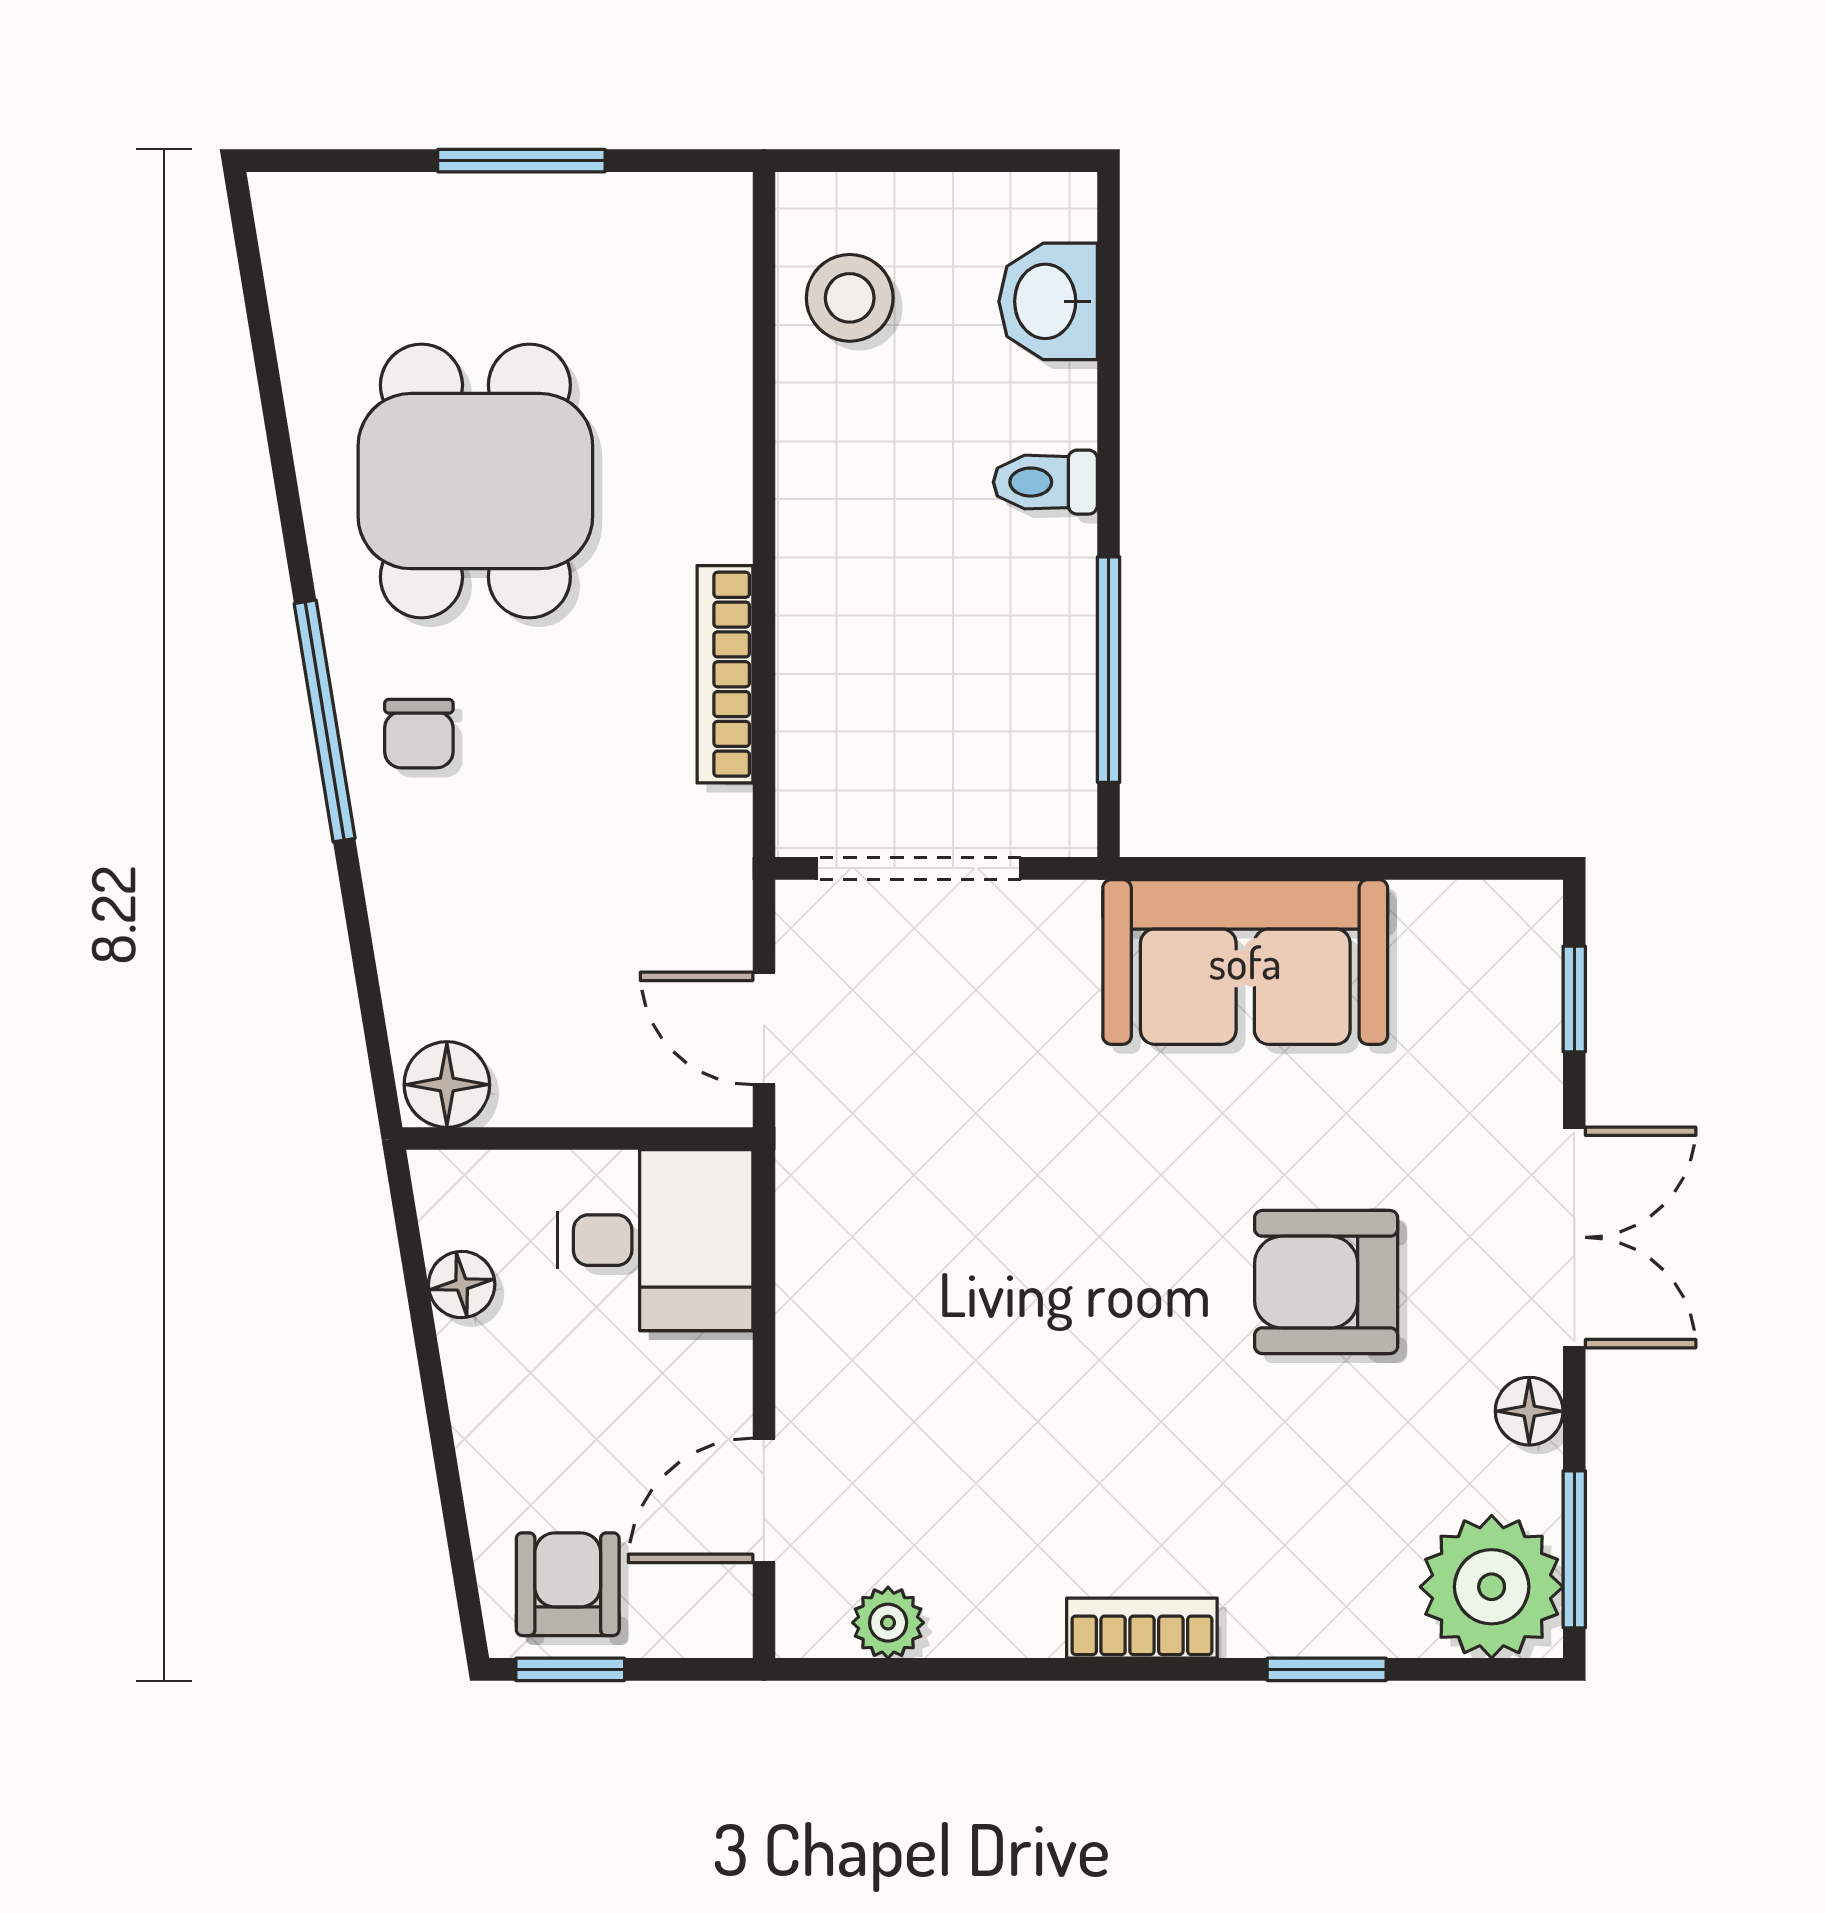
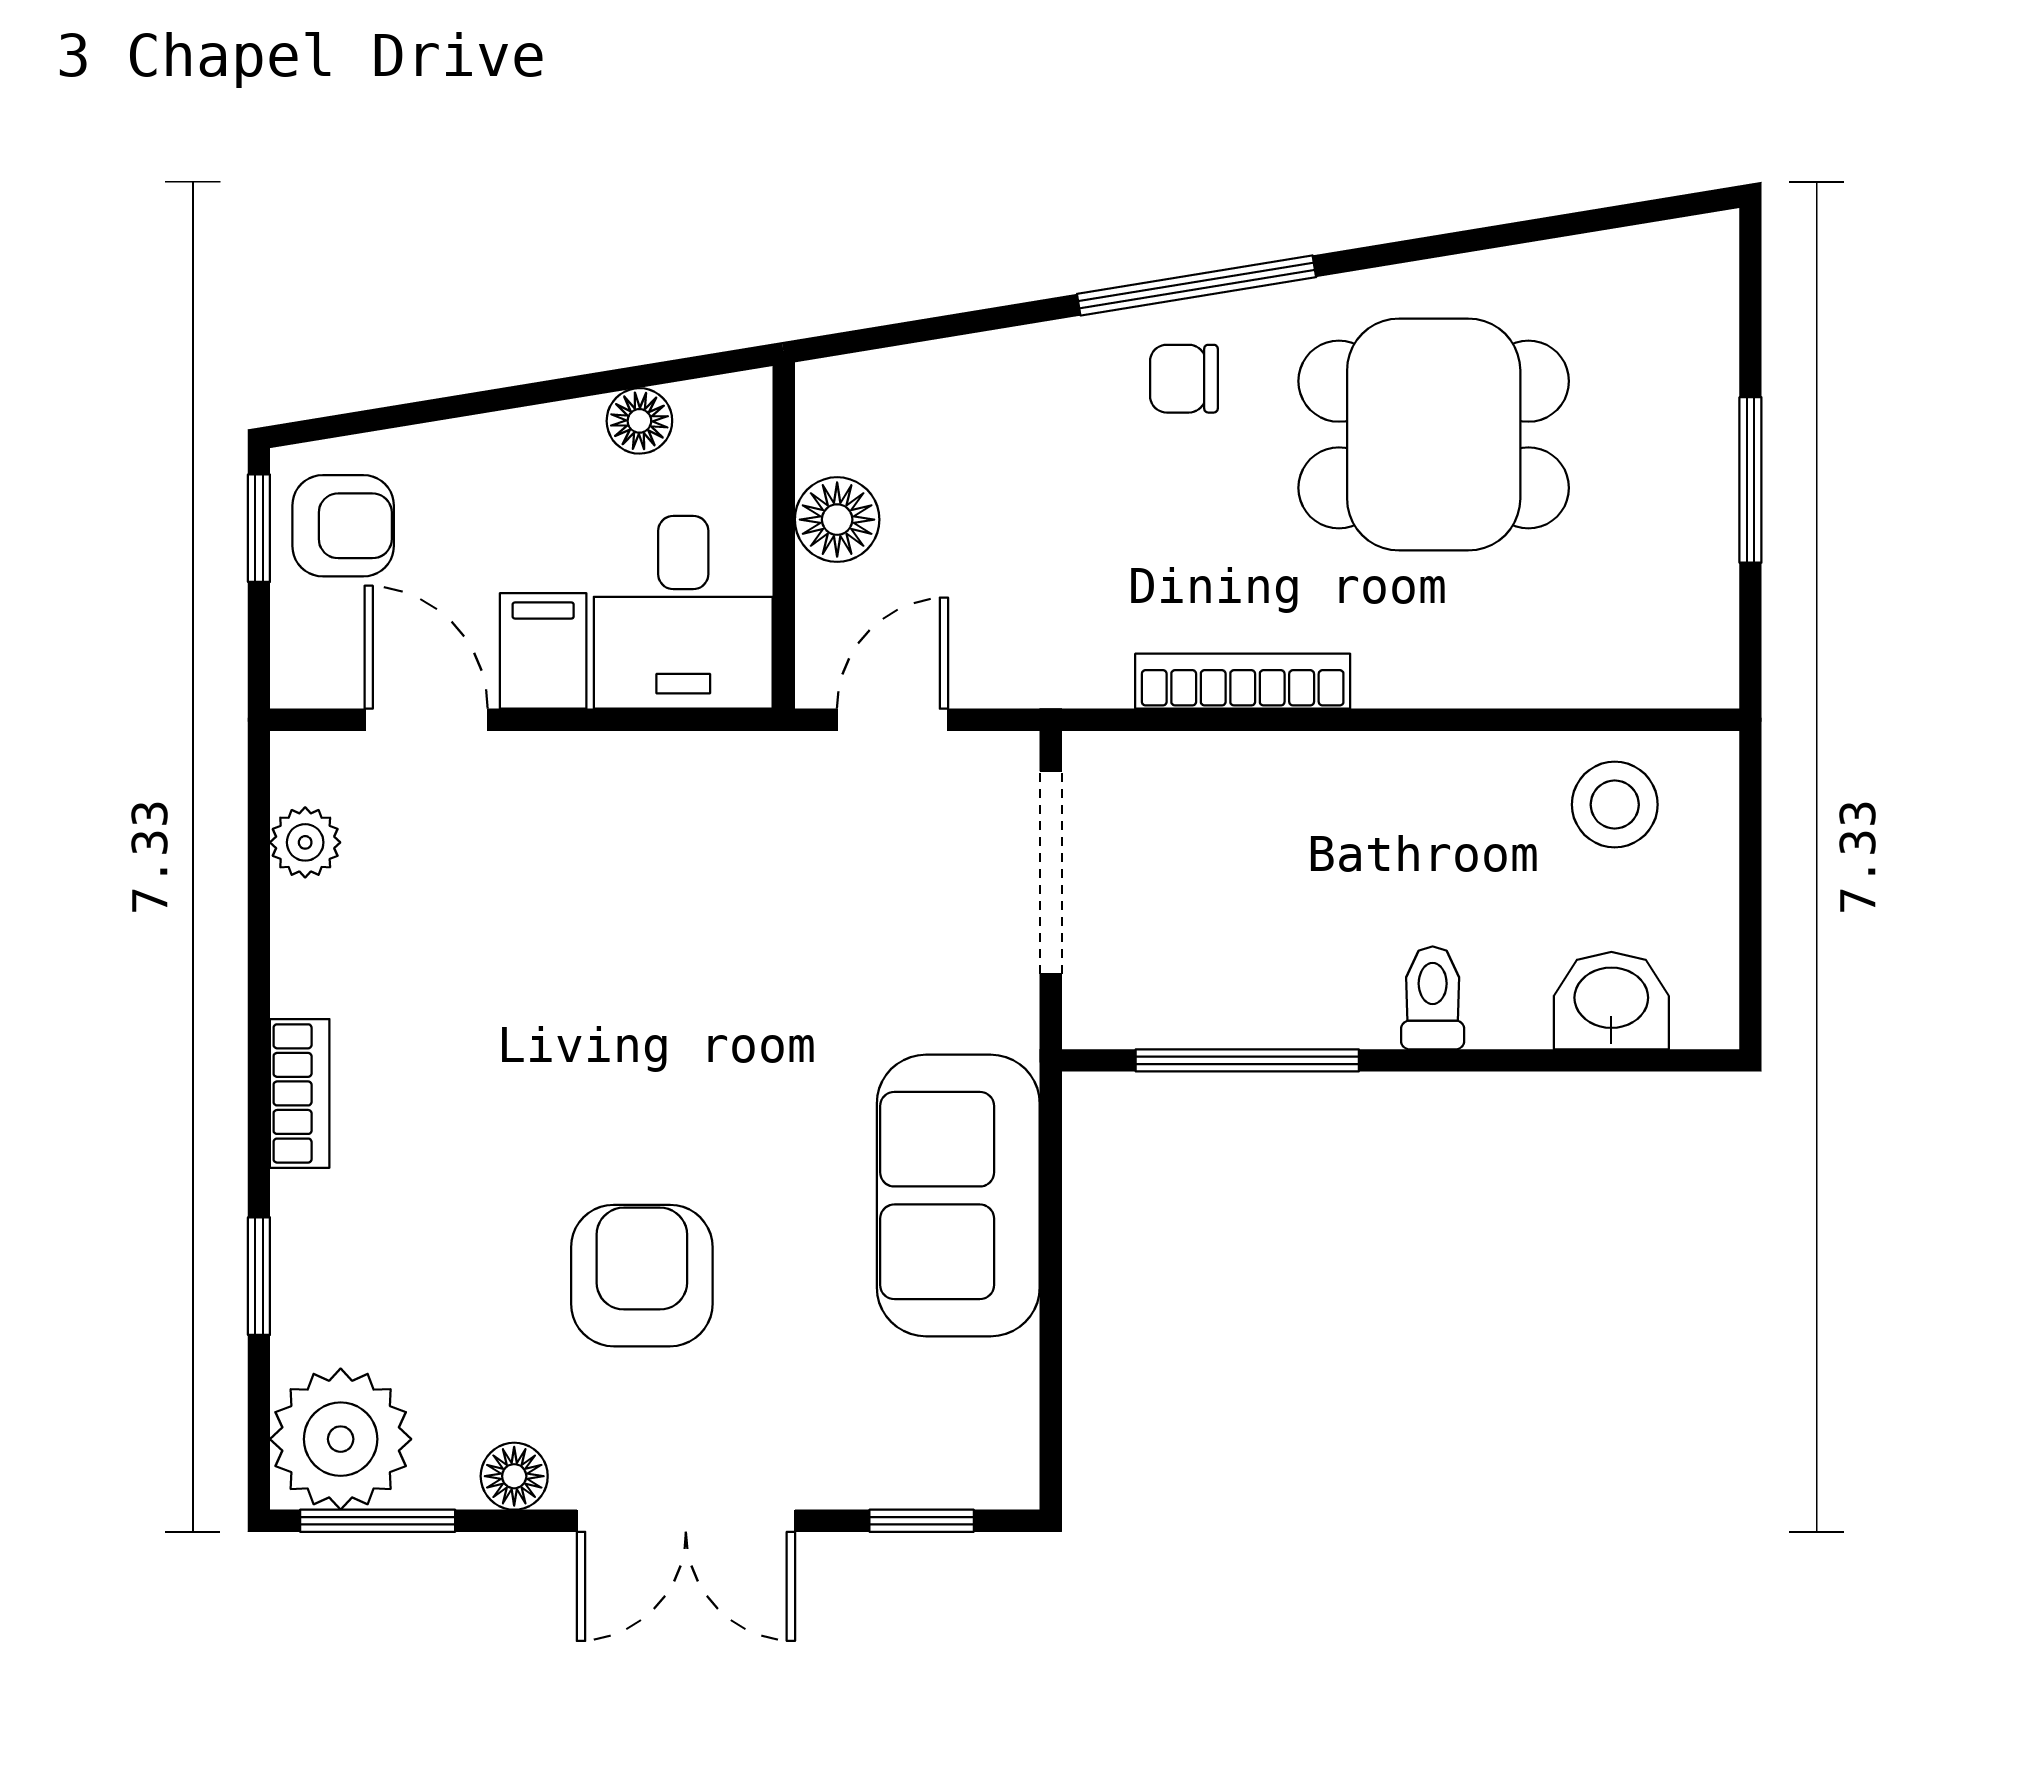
floor lamp: (447, 1085) -> (837, 520), moved
filing cabinet: (694, 1382) -> (543, 651), added

